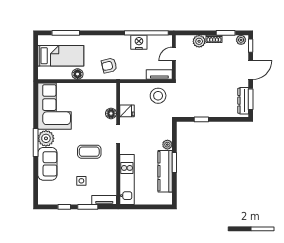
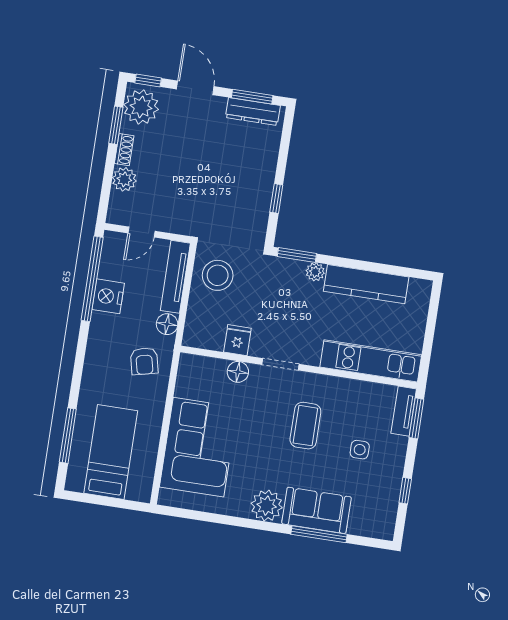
plant: (241, 40) -> (141, 107), width x1.87, depth x1.87
door: (174, 54) -> (141, 232), hinge flipped
floor lamp: (78, 74) -> (167, 324), moved
tv unit: (159, 75) -> (175, 277), width x1.41
corner sofa: (54, 106) -> (198, 447), moved, turned 90
window: (36, 143) -> (319, 534), moved
window: (174, 162) -> (297, 255), moved
window: (88, 207) -> (416, 418), moved

